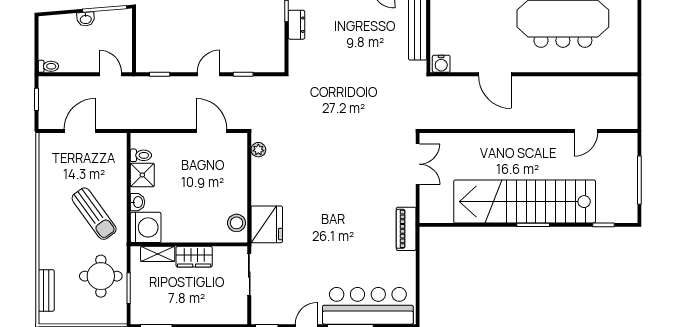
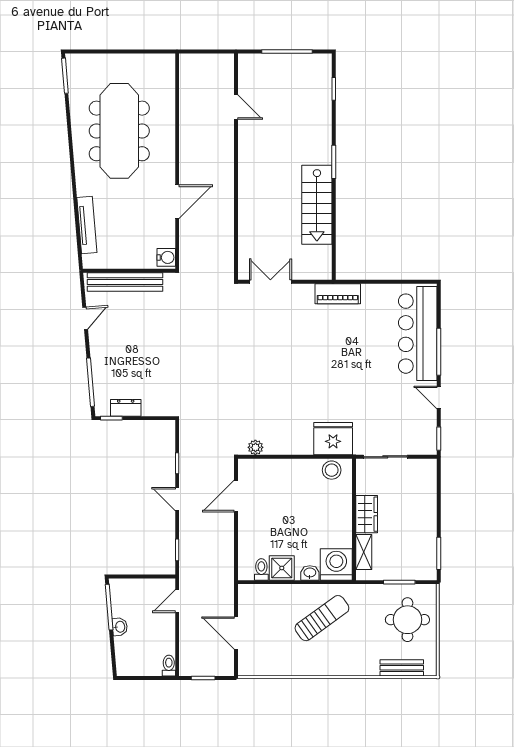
stairs: (525, 202) -> (317, 205), width x0.54, depth x0.66
round table: (101, 276) -> (407, 620), moved

